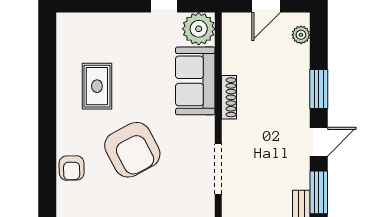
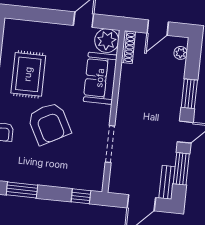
rug: (97, 86) -> (28, 74), width x1.36, depth x1.43
shoe rack: (229, 97) -> (128, 47), moved

